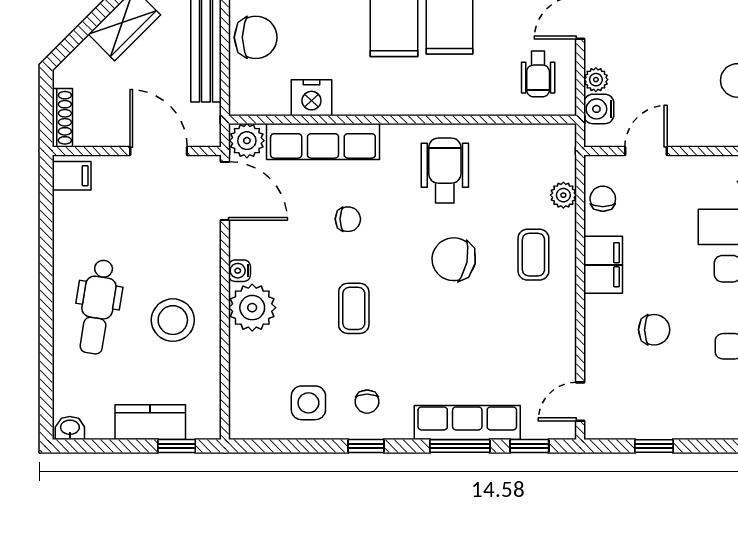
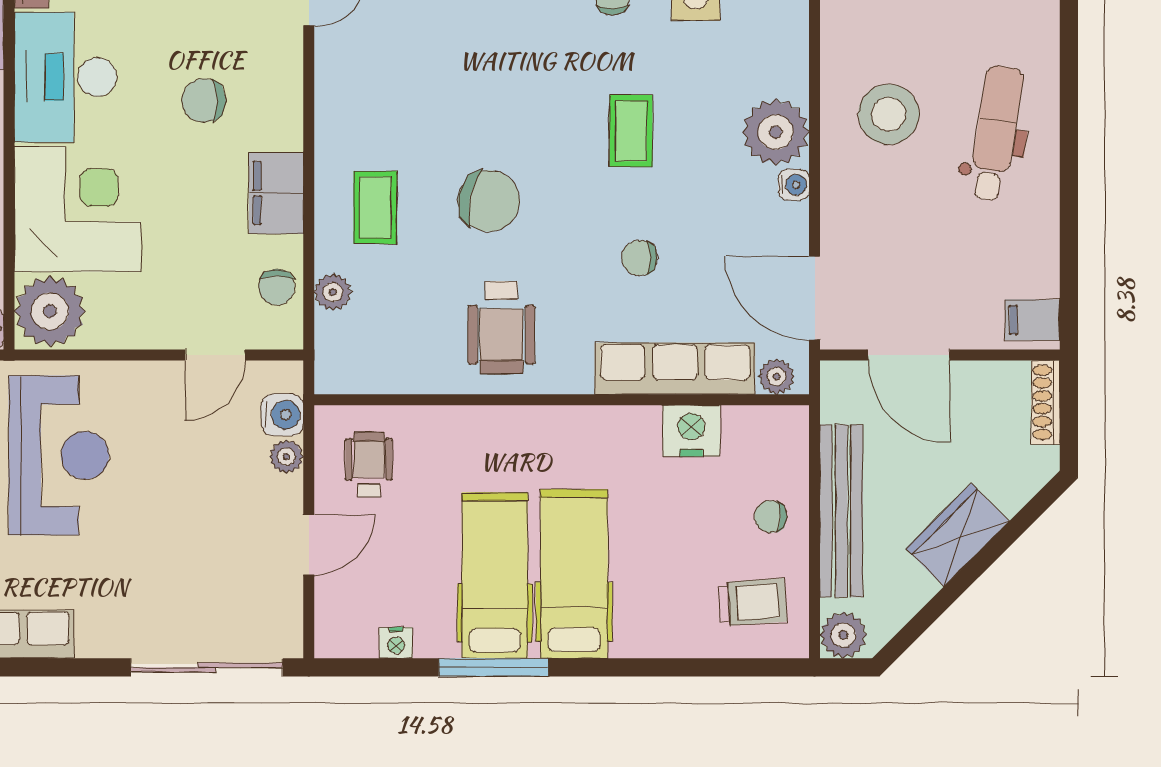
chair: (256, 37) -> (771, 517), width x0.54, depth x0.54
plant: (247, 141) -> (777, 377), width x0.73, depth x0.73

